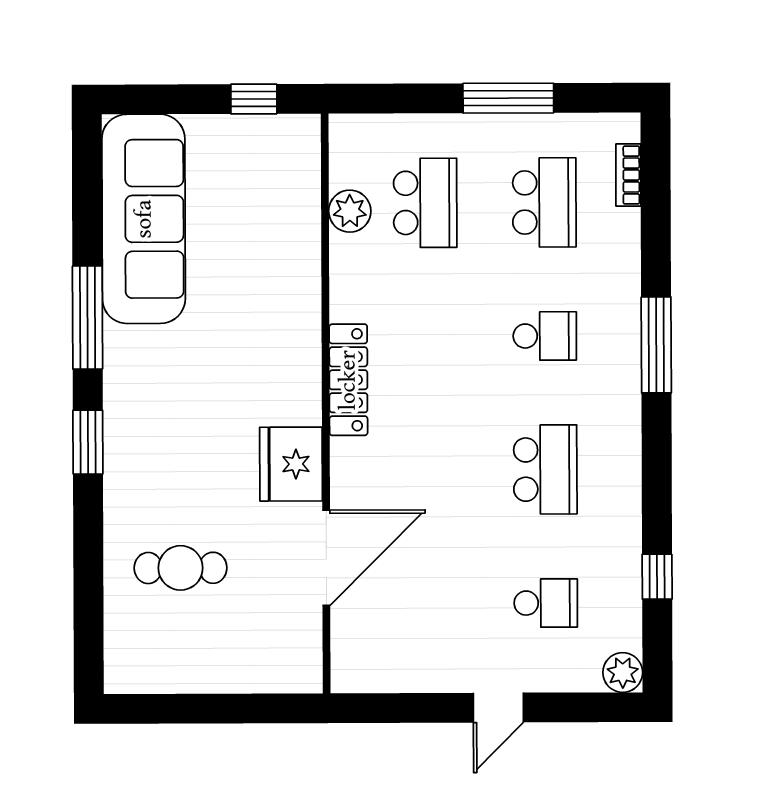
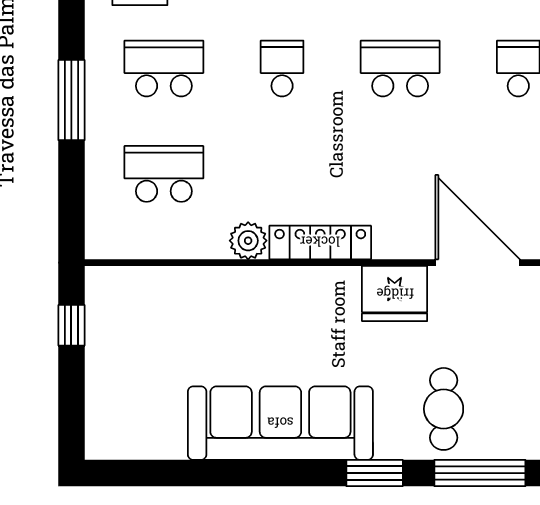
plant: (350, 211) -> (248, 241), moved
sofa: (144, 219) -> (280, 423), moved
window: (88, 318) -> (480, 473), moved
cafe table: (181, 568) -> (444, 409), moved

